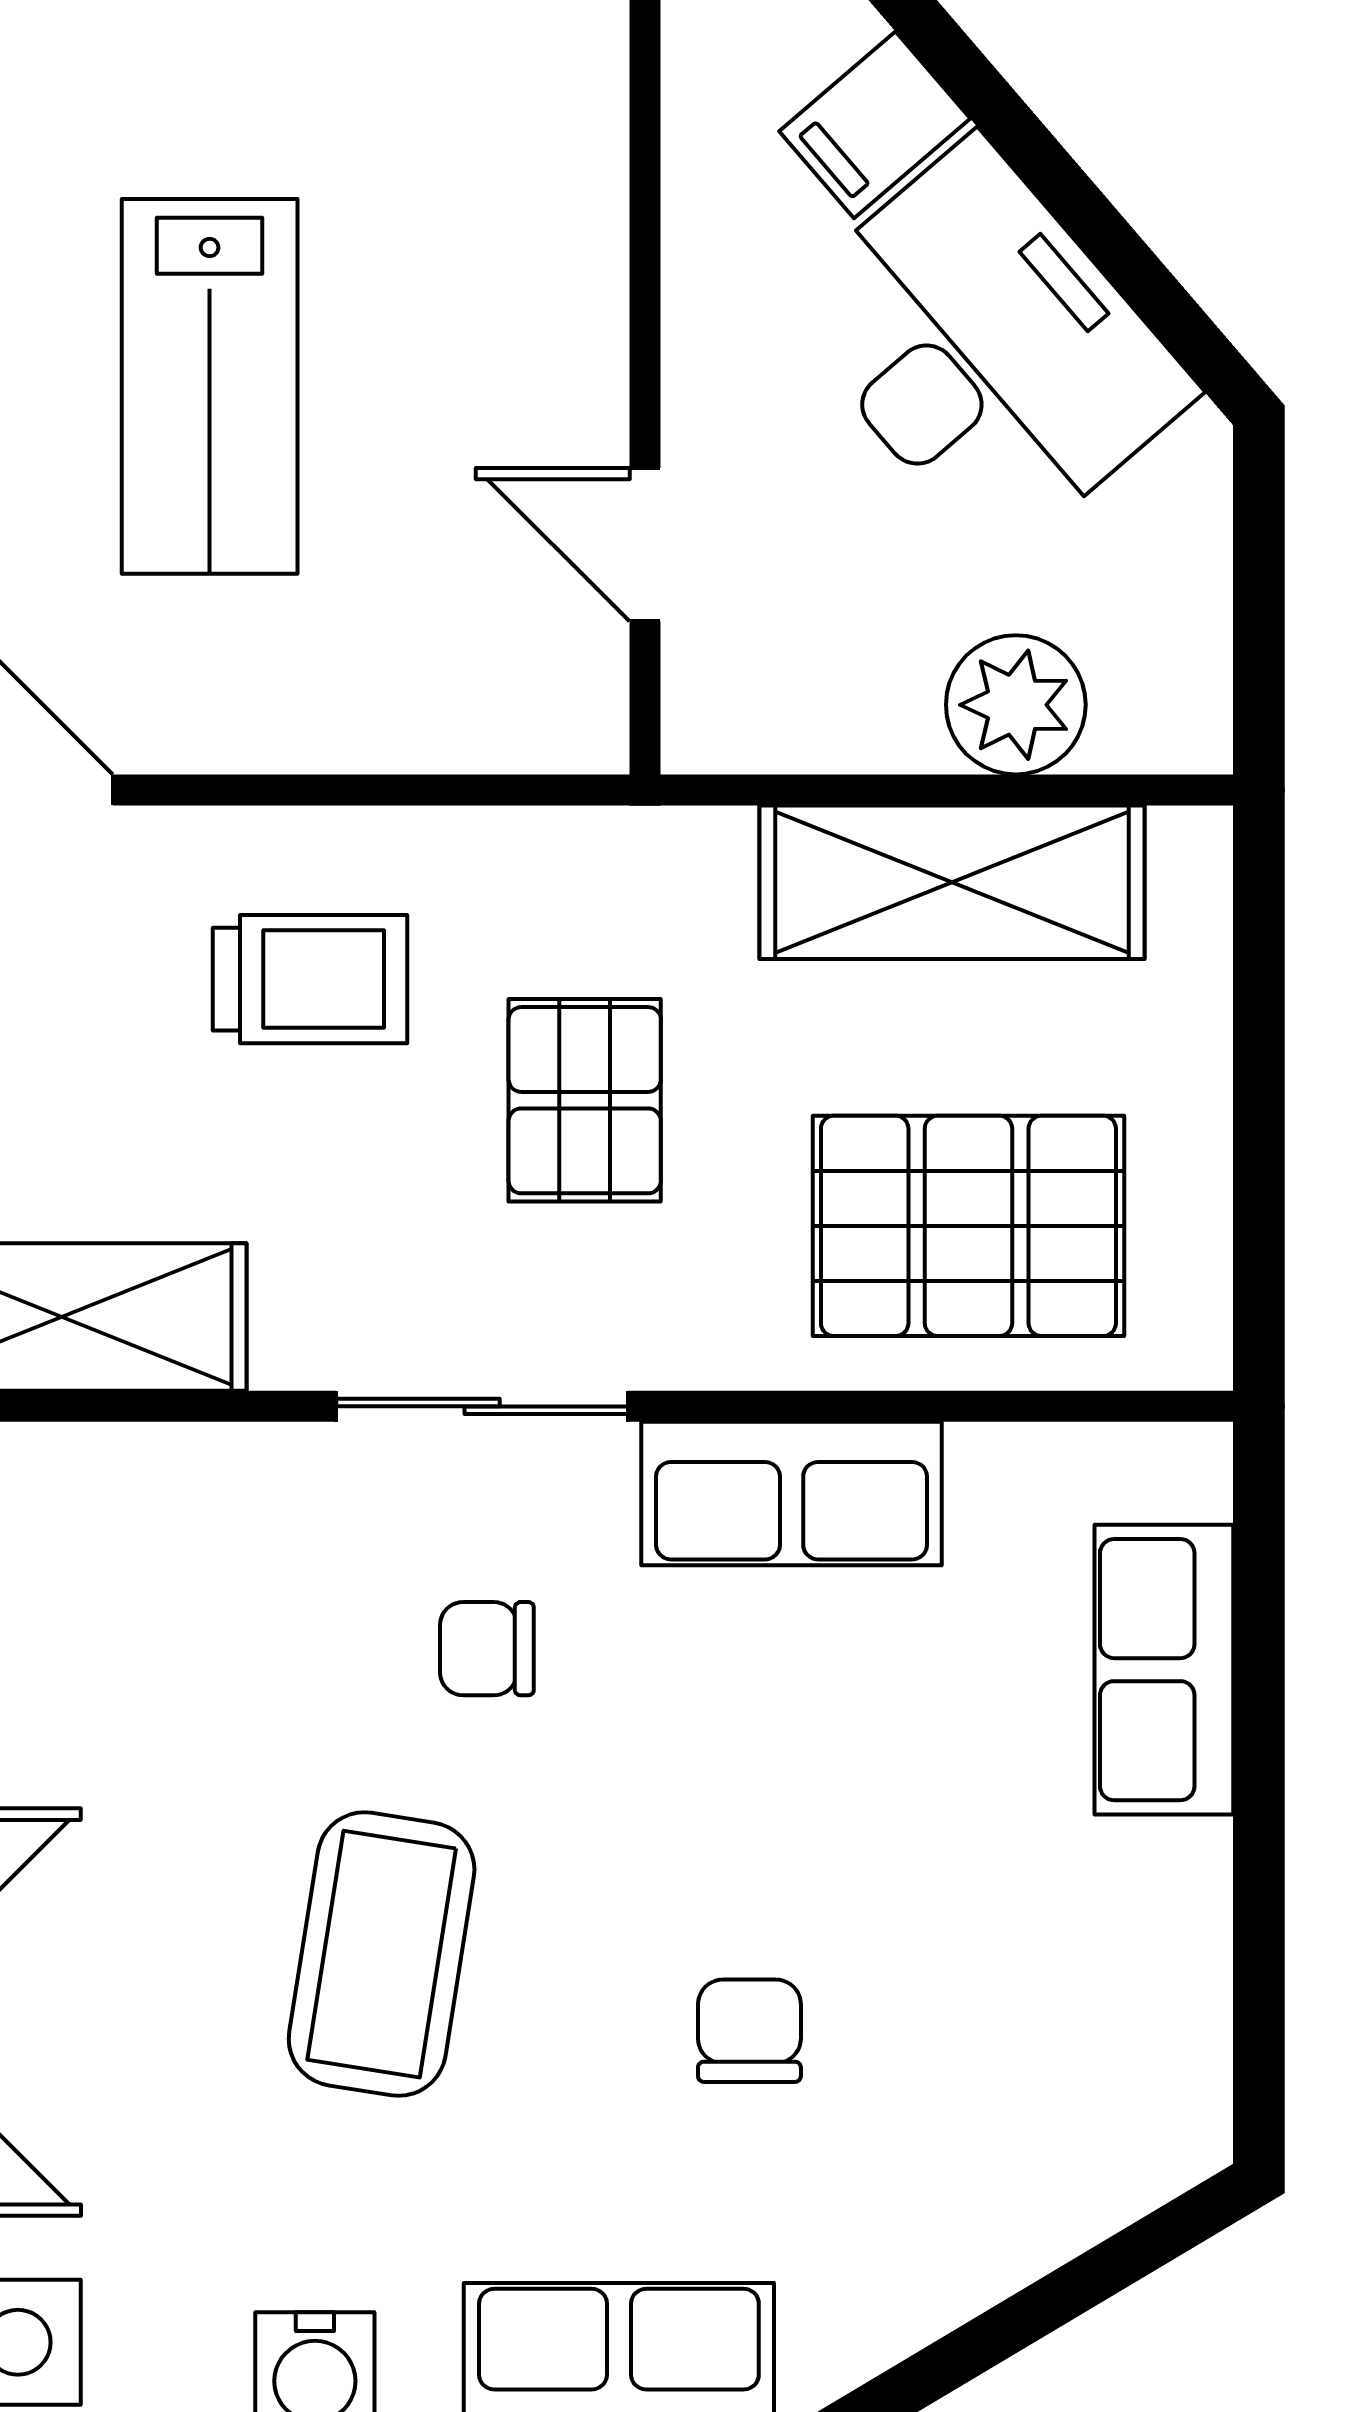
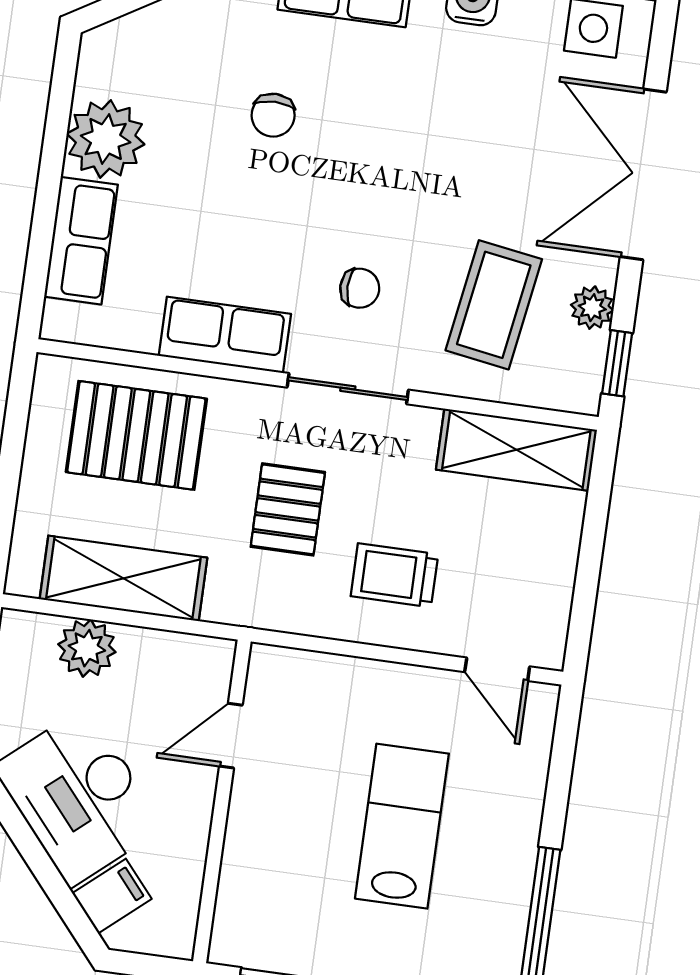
door: (645, 545) -> (231, 736), swing flipped
plant: (1139, 1919) -> (106, 139), added
coffee table: (382, 1954) -> (494, 305), moved

